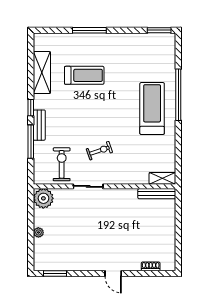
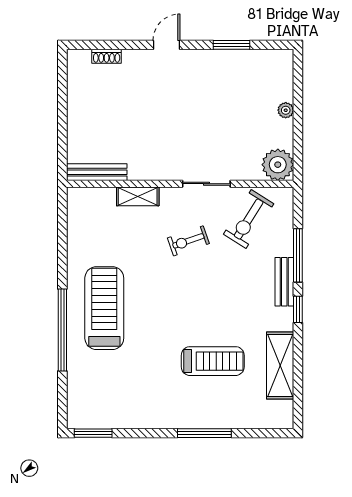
treadmill: (84, 75) -> (213, 361), turned 180
treadmill: (152, 108) -> (104, 308), turned 180
exercise bike: (62, 164) -> (249, 219), turned 32
shelving: (162, 178) -> (138, 196), moved
window: (55, 273) -> (231, 45), moved
door: (113, 273) -> (166, 45), hinge flipped

